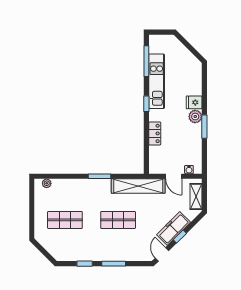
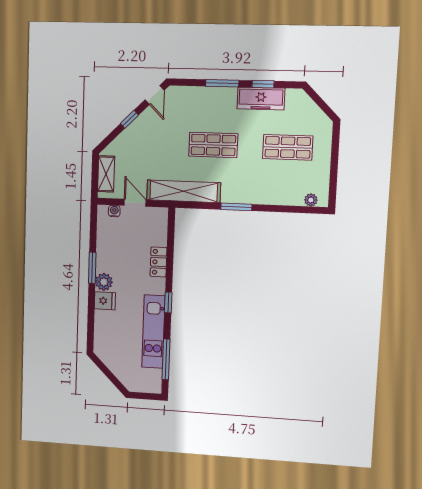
freezer: (174, 228) -> (261, 99), moved, turned 45

